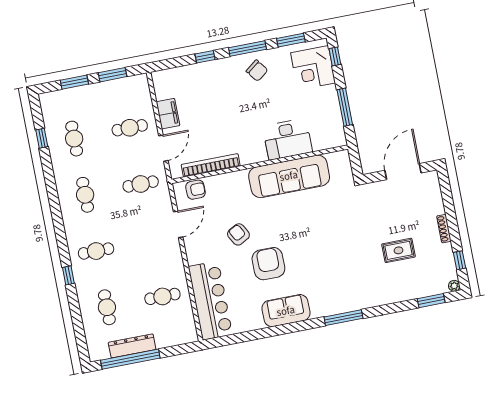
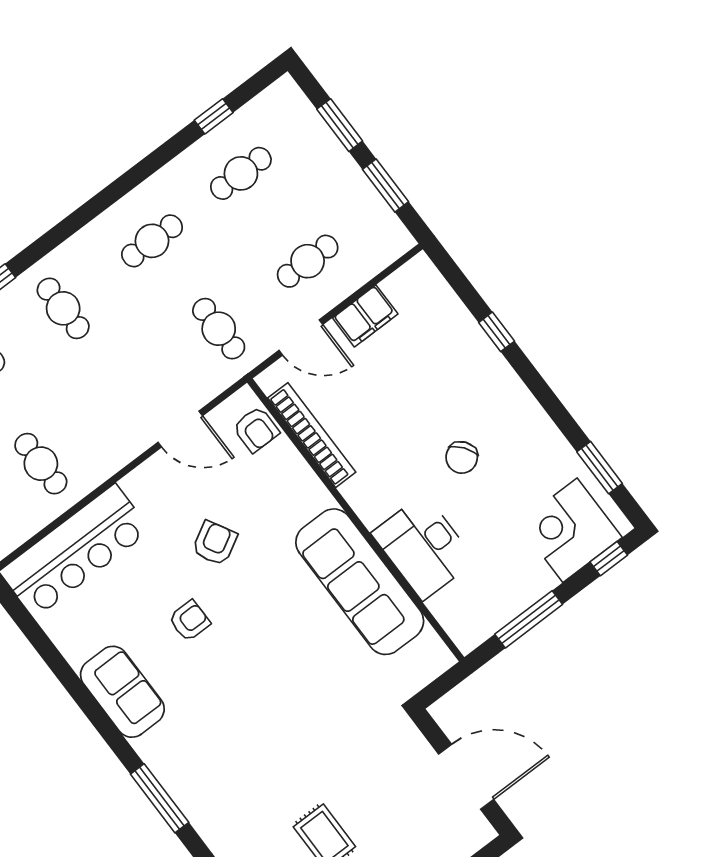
window: (247, 49) -> (547, 399), removed
chair: (257, 71) -> (462, 457), moved
cafe table: (130, 128) -> (308, 261), turned 90
armchair: (268, 264) -> (189, 621), width x0.53, depth x0.53

